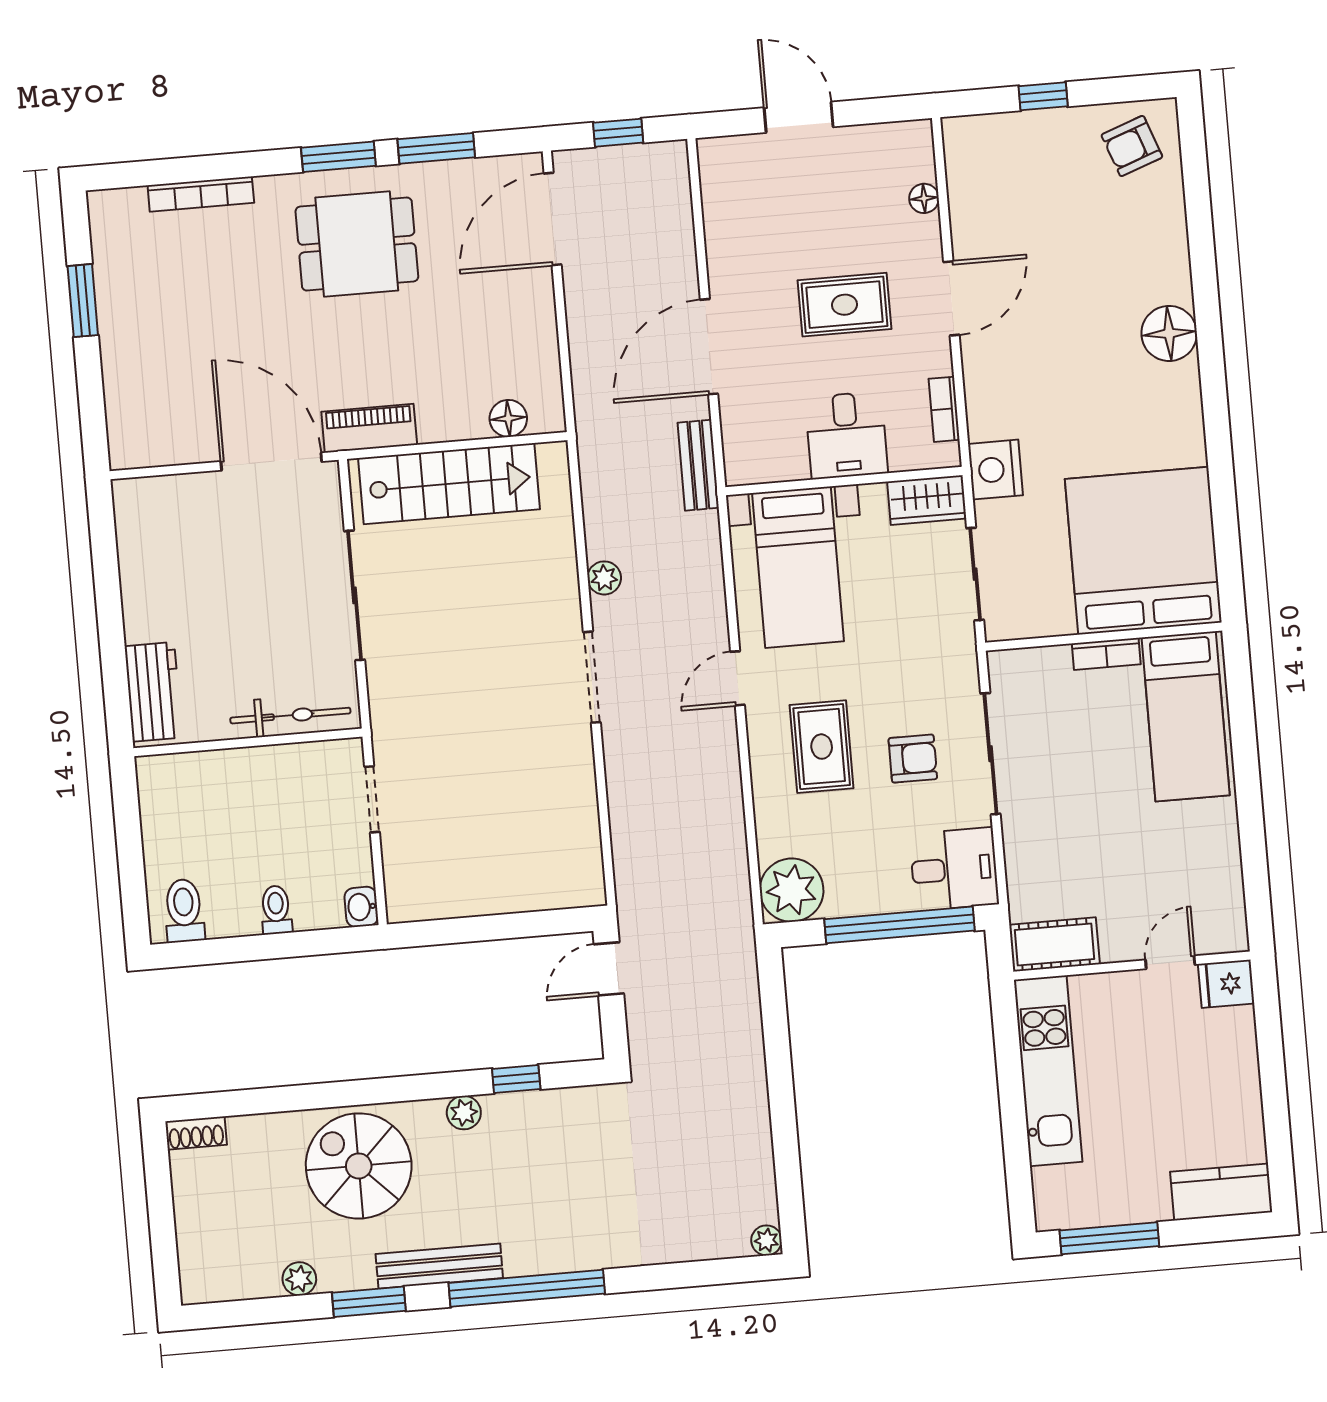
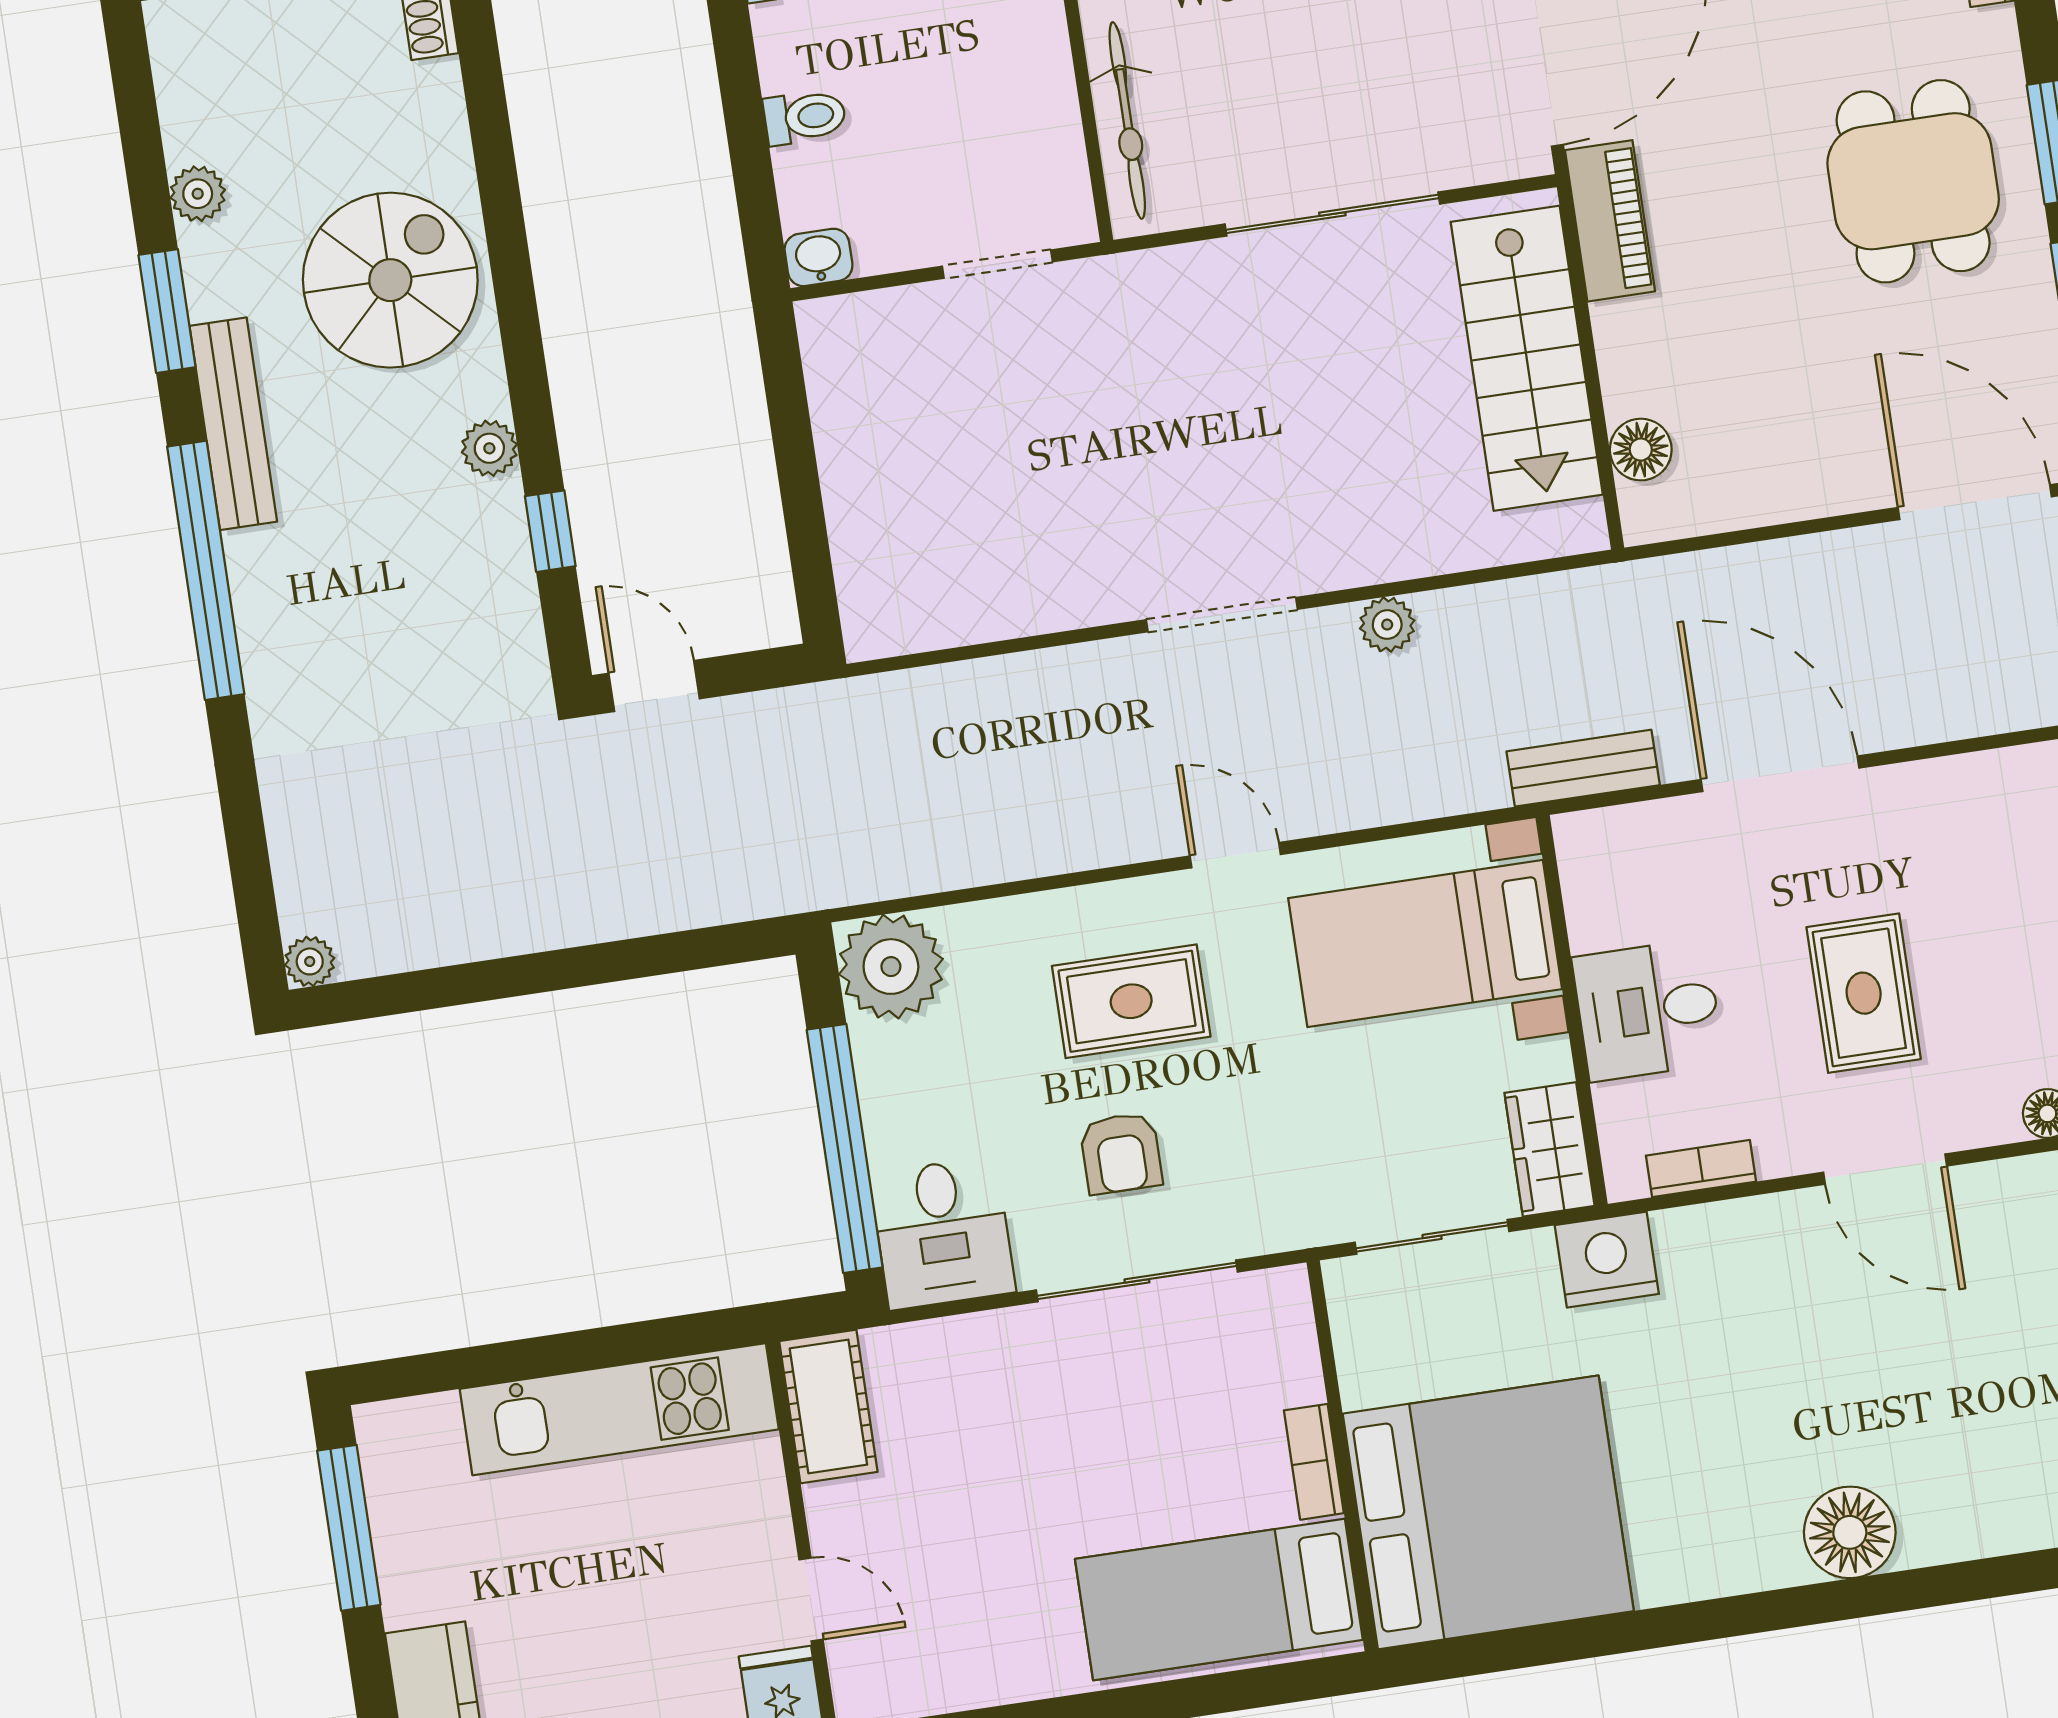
door: (609, 969) -> (654, 686), moved

